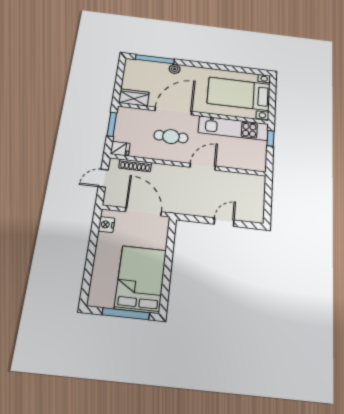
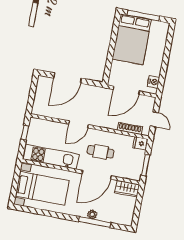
window: (155, 59) -> (95, 222), moved
window: (271, 138) -> (25, 133), moved
door: (103, 178) -> (154, 119), hinge flipped
door: (143, 212) -> (126, 90), hinge flipped
door: (224, 222) -> (68, 78), width x1.87

